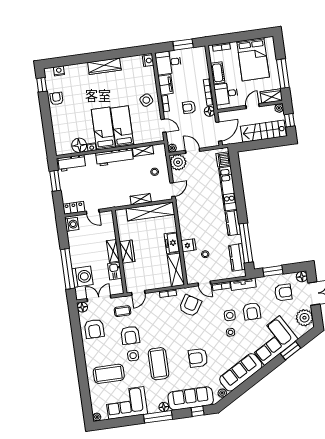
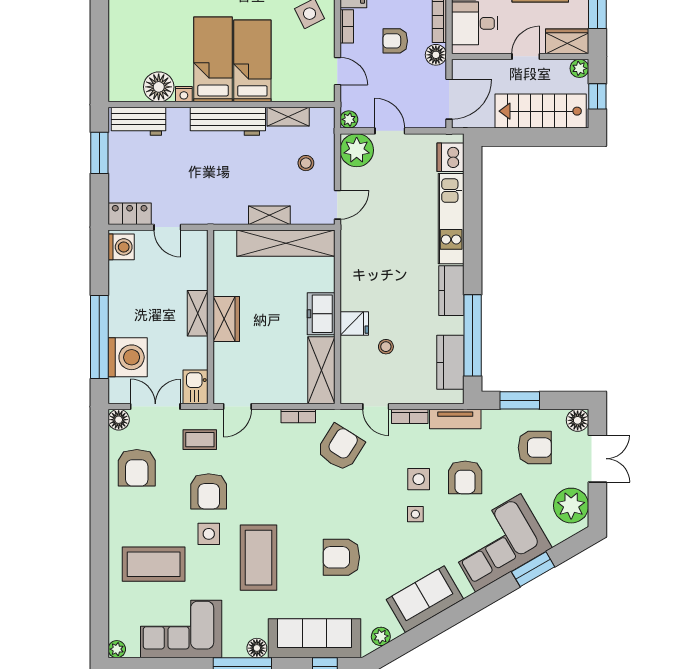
kitchen sink: (115, 271) -> (195, 387), moved
sofa: (241, 372) -> (425, 599), width x0.73

